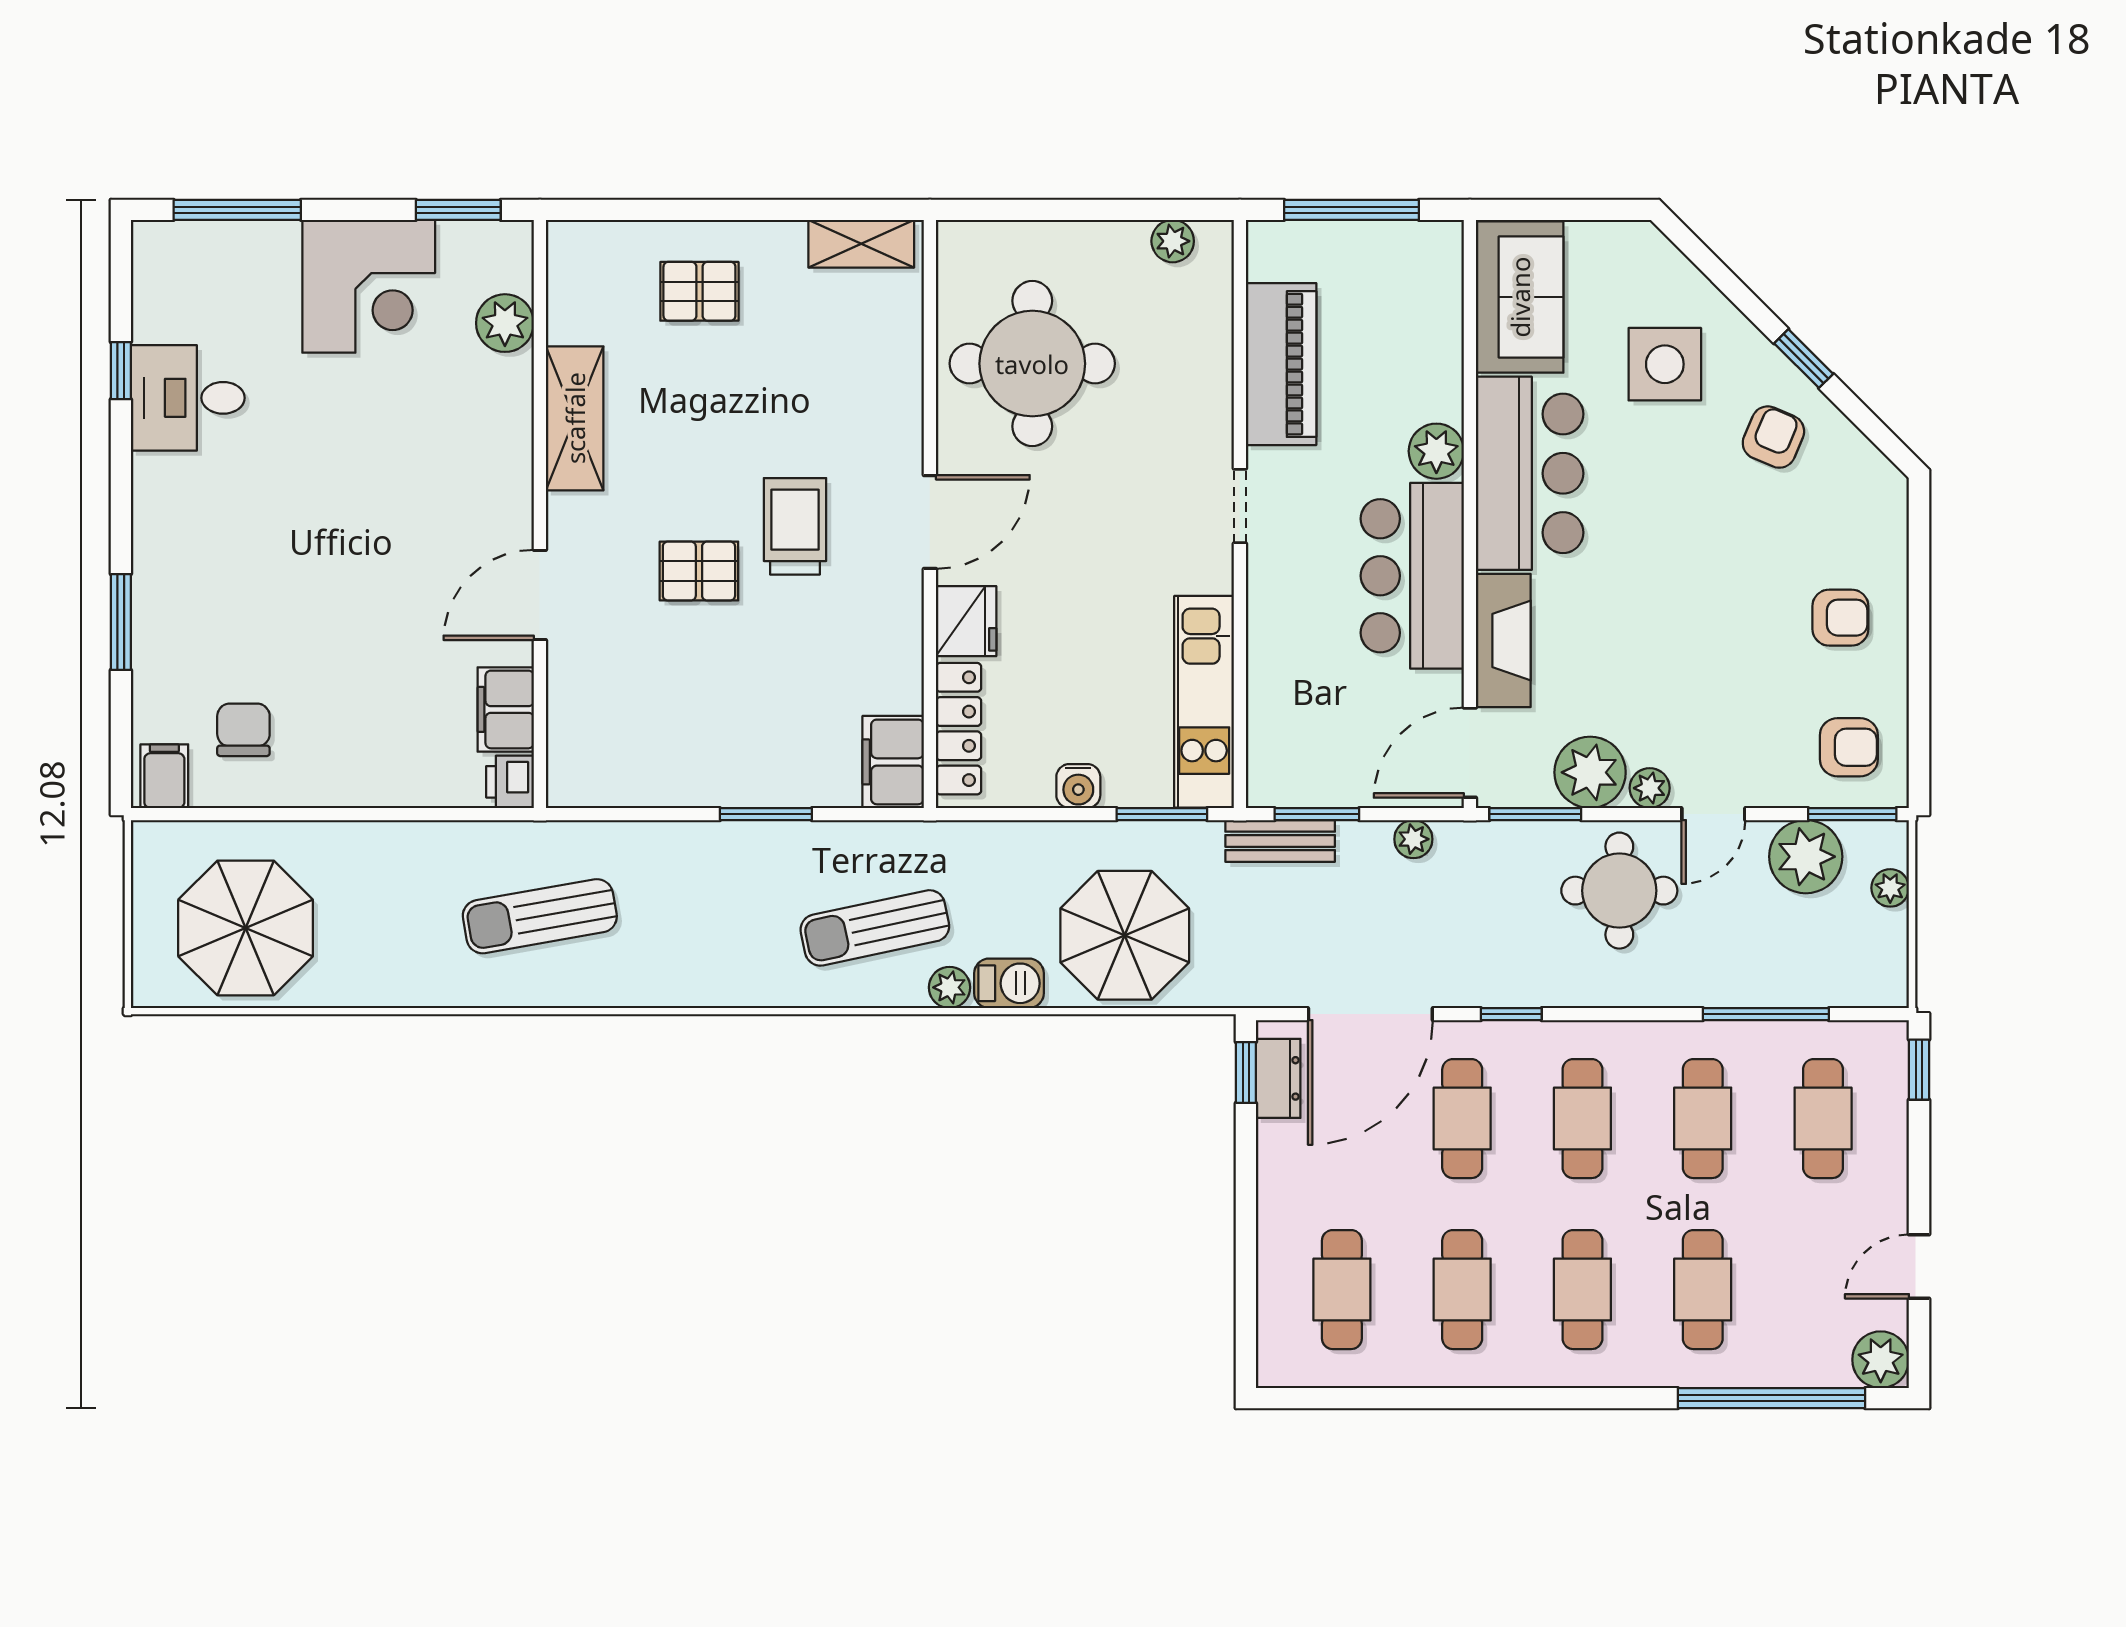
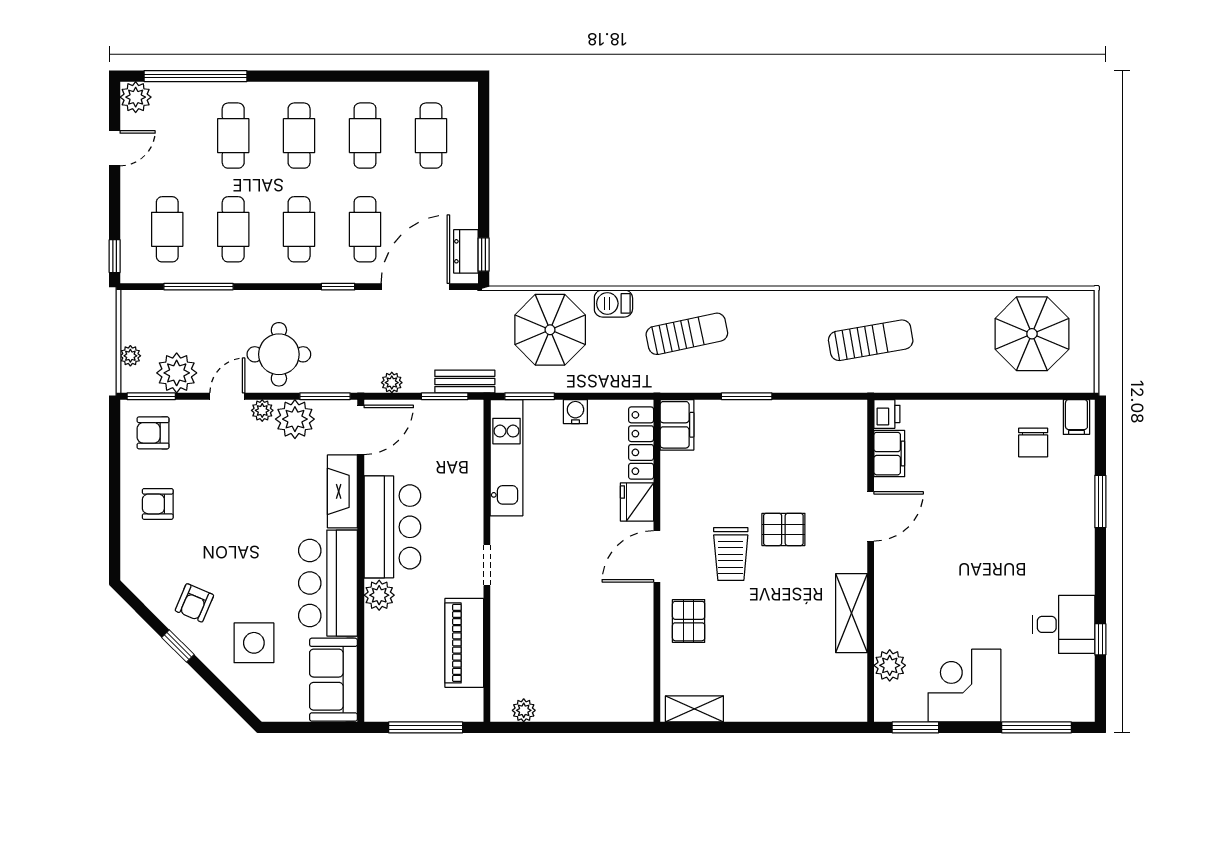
pallet: (699, 291) -> (689, 621), moved, turned 90
round table: (1032, 364) -> (601, 643), removed
plant: (950, 987) -> (646, 301), removed

